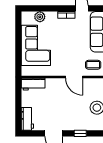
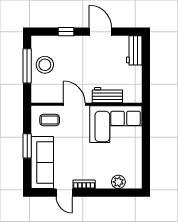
corner sofa: (36, 45) -> (116, 124), moved, turned -90
workbench: (33, 84) -> (107, 95), moved

